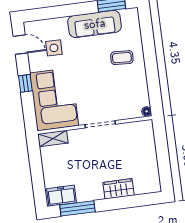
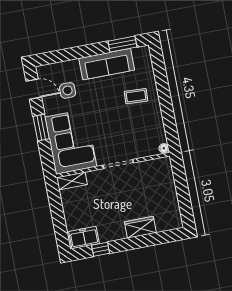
window: (25, 83) -> (41, 128), width x1.50
window: (77, 208) -> (101, 249), width x0.46

